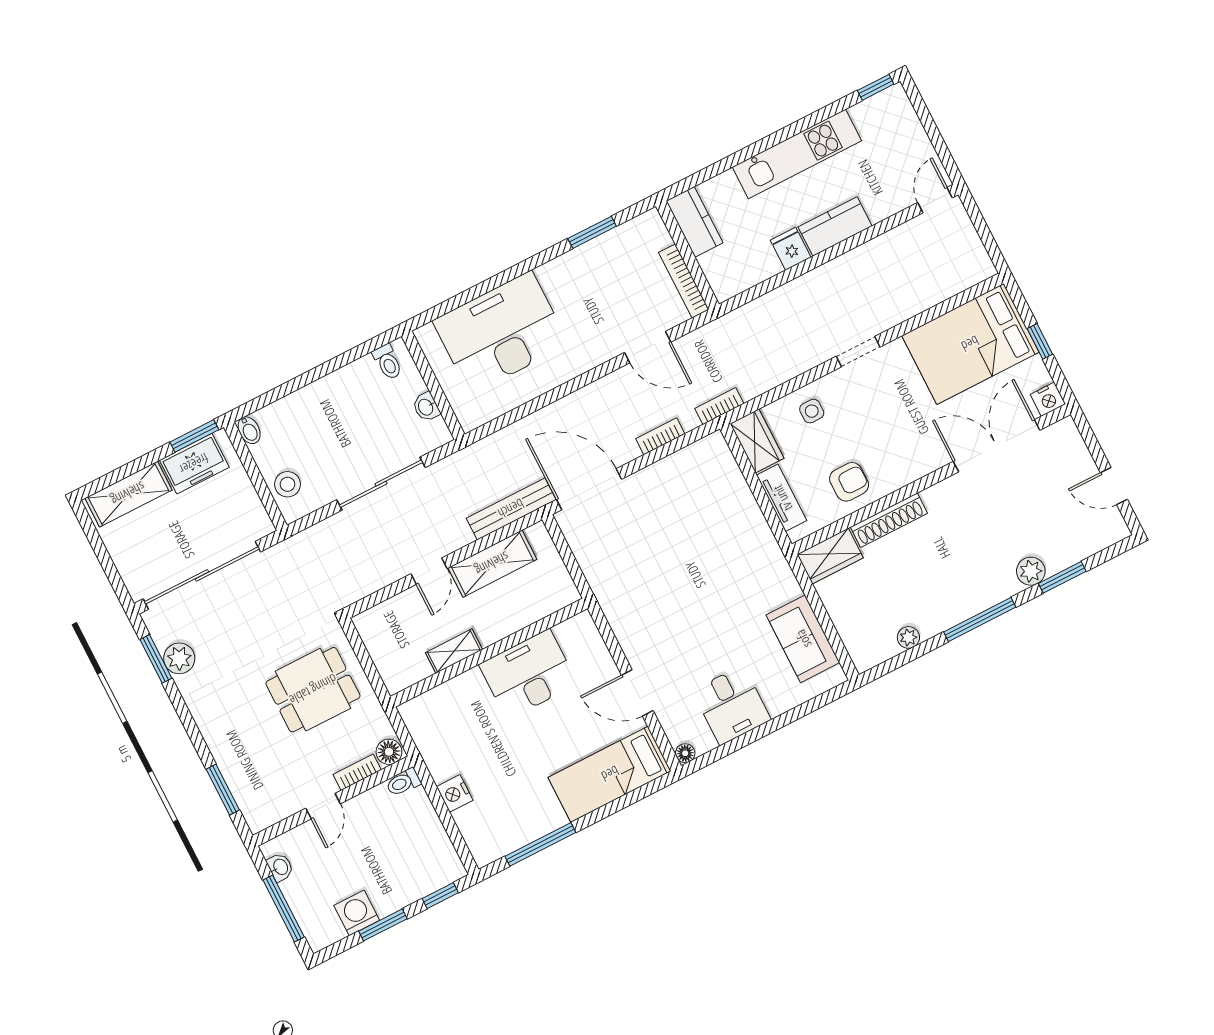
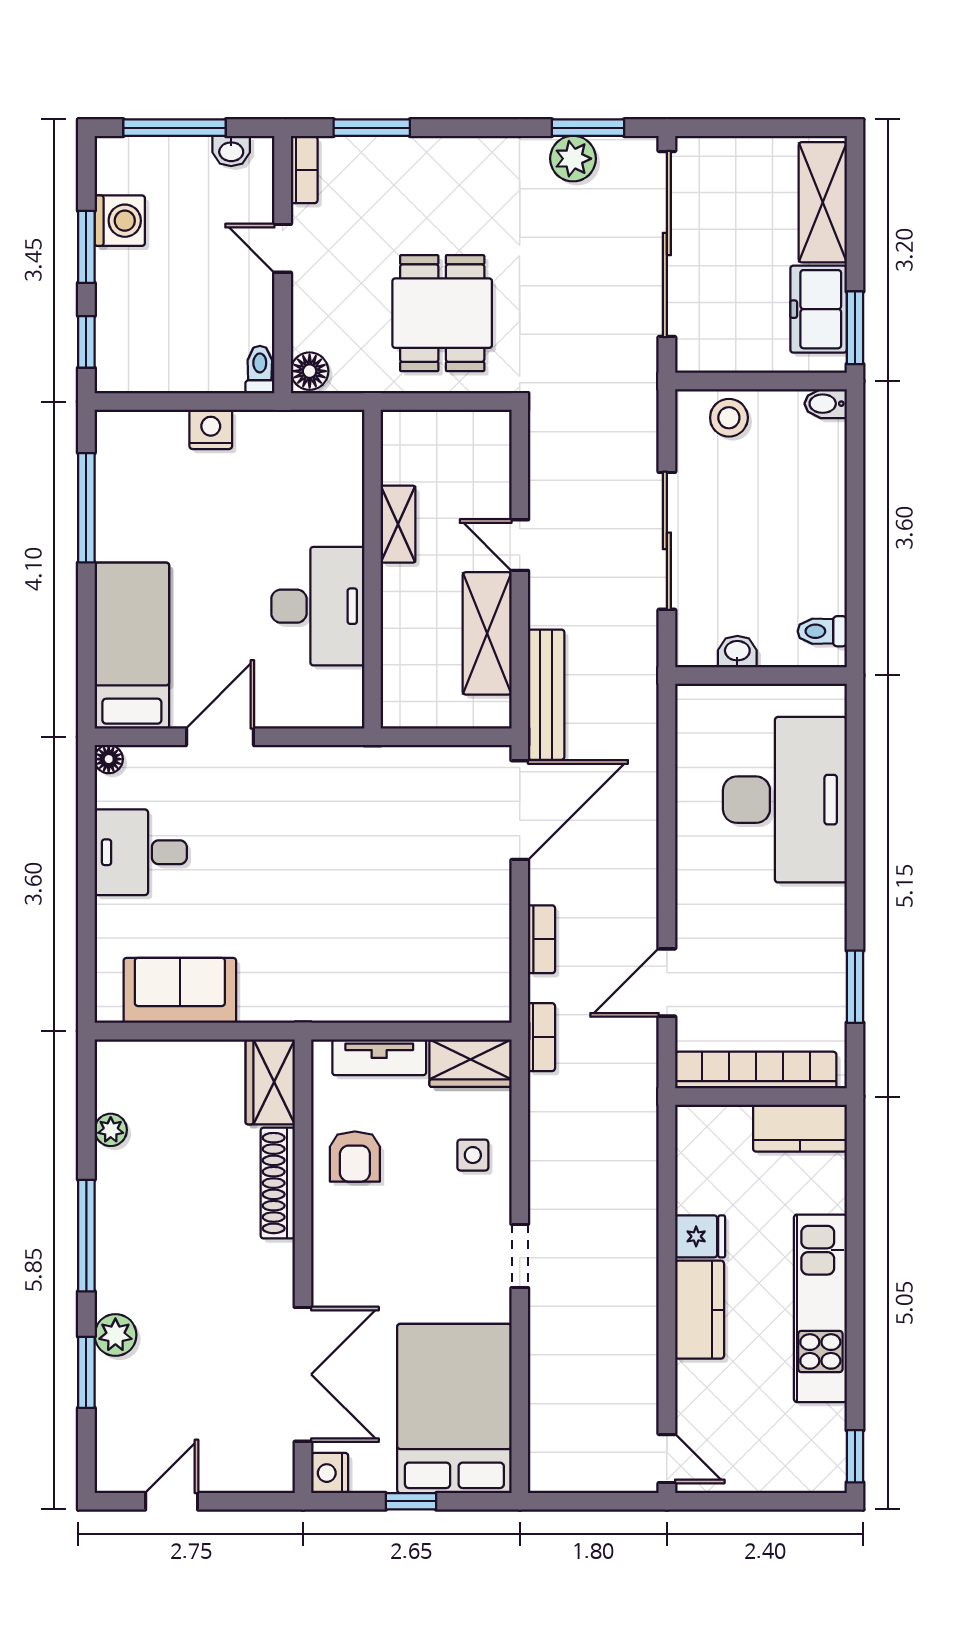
bookcase: (684, 281) -> (756, 1070), width x1.48, depth x1.31
bookcase: (357, 772) -> (304, 170), moved

